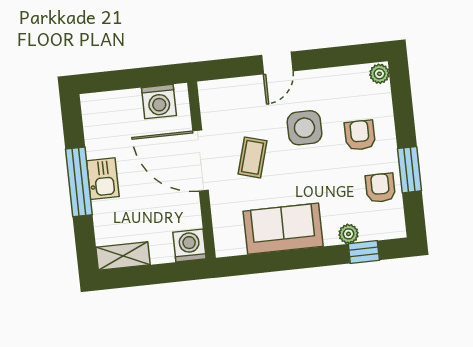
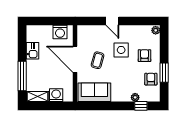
door: (277, 63) -> (112, 21), hinge flipped
kitchen sink: (103, 179) -> (32, 51), moved
window: (79, 182) -> (22, 76), moved
sofa: (283, 229) -> (94, 92), moved
washing machine: (189, 246) -> (56, 95), moved

